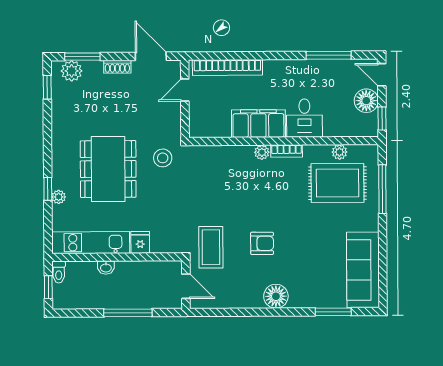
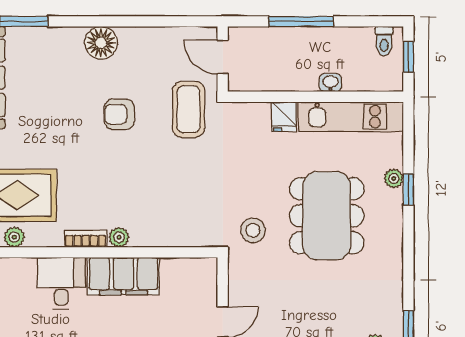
toilet: (59, 272) -> (384, 41), moved, turned 180

